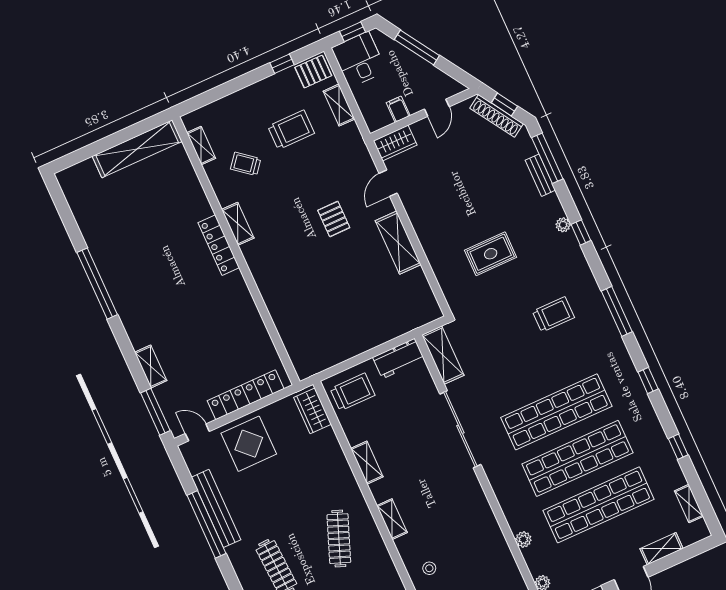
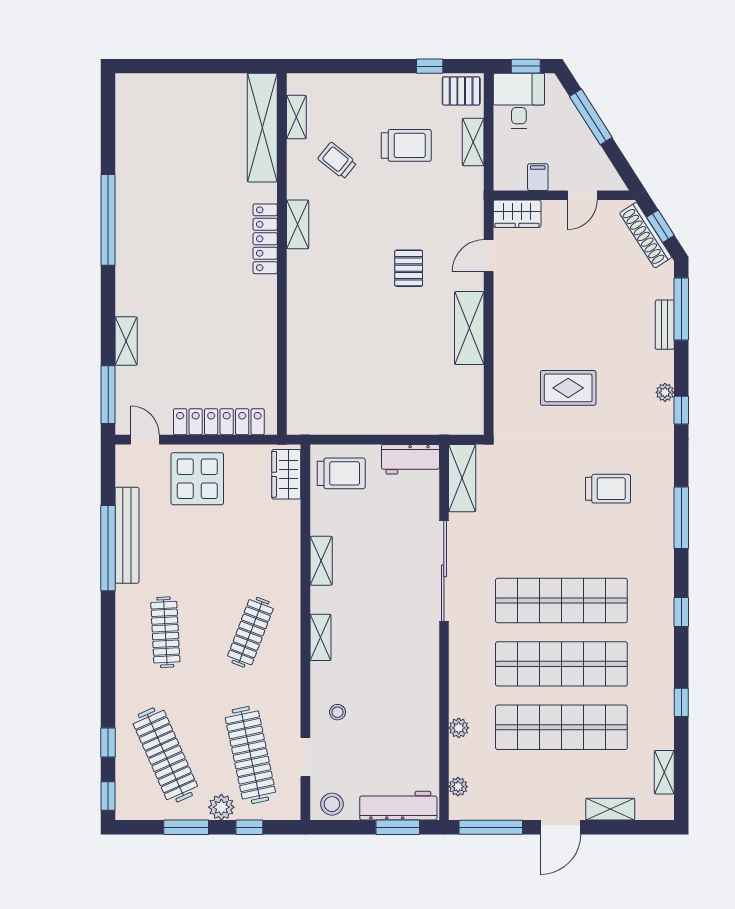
shelving: (137, 149) -> (262, 128), moved, turned 90

